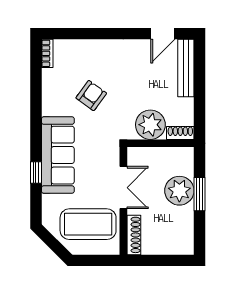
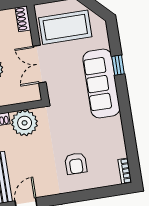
armchair: (91, 96) -> (76, 164), moved, turned -36
shoe rack: (134, 235) -> (23, 19), width x0.70

